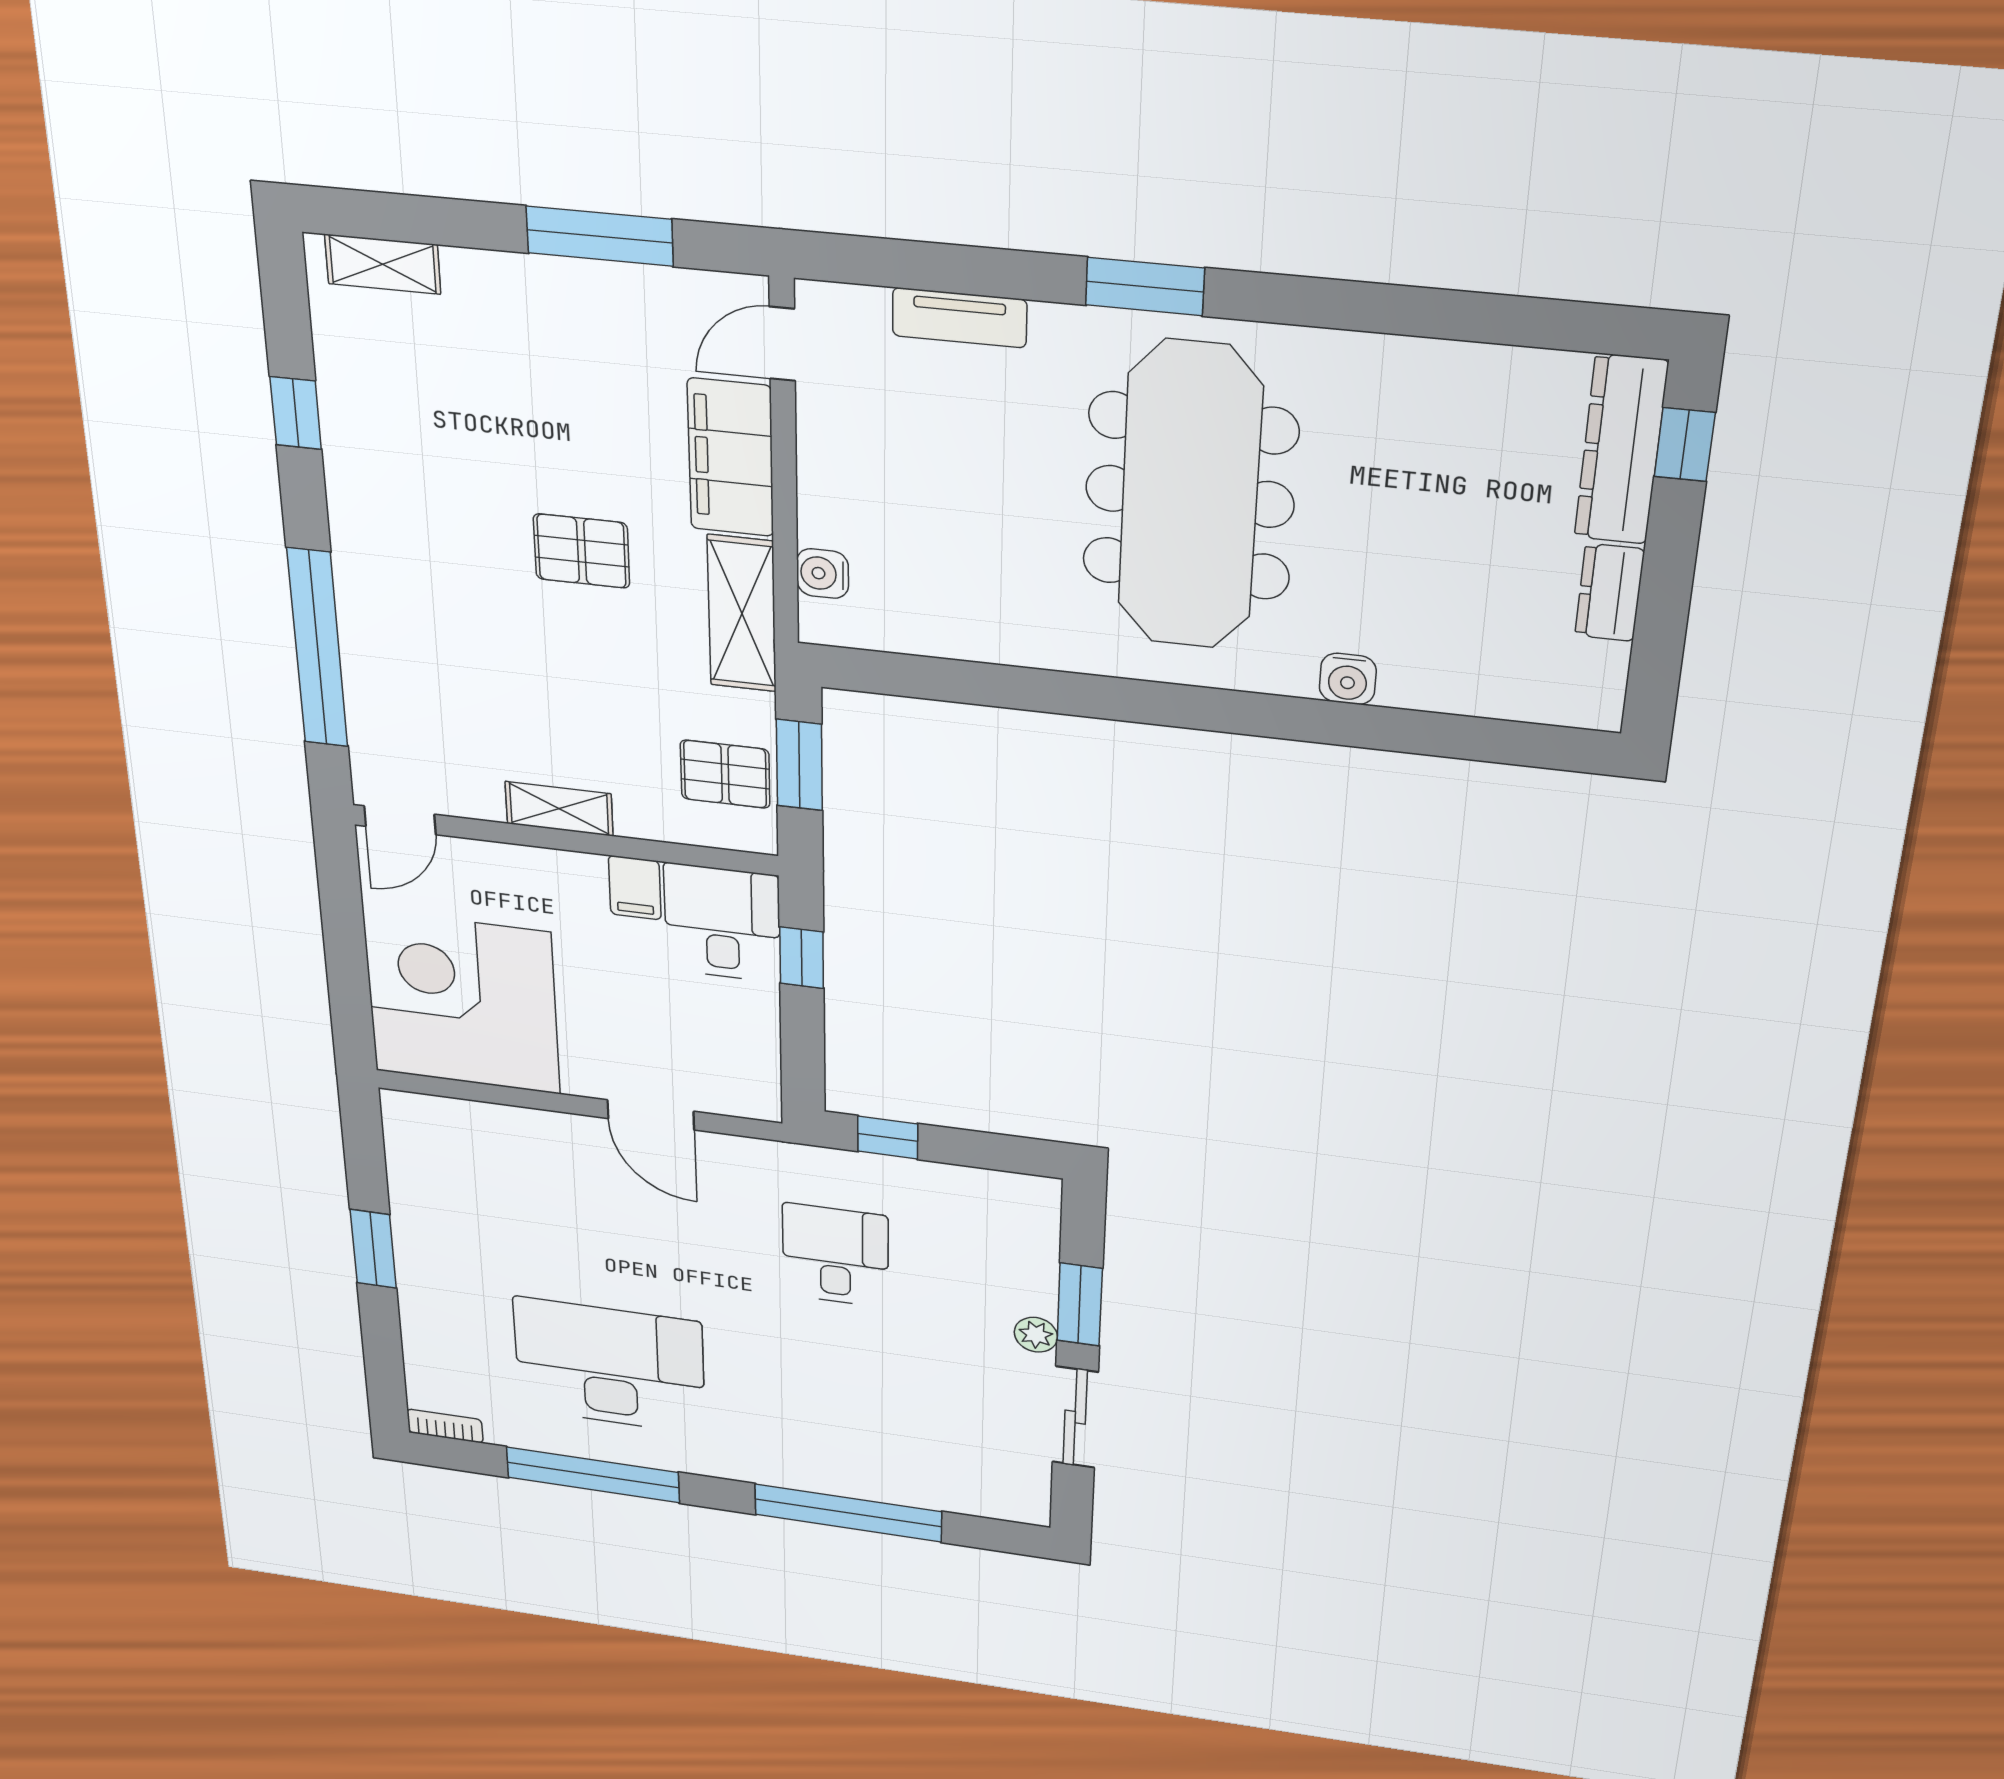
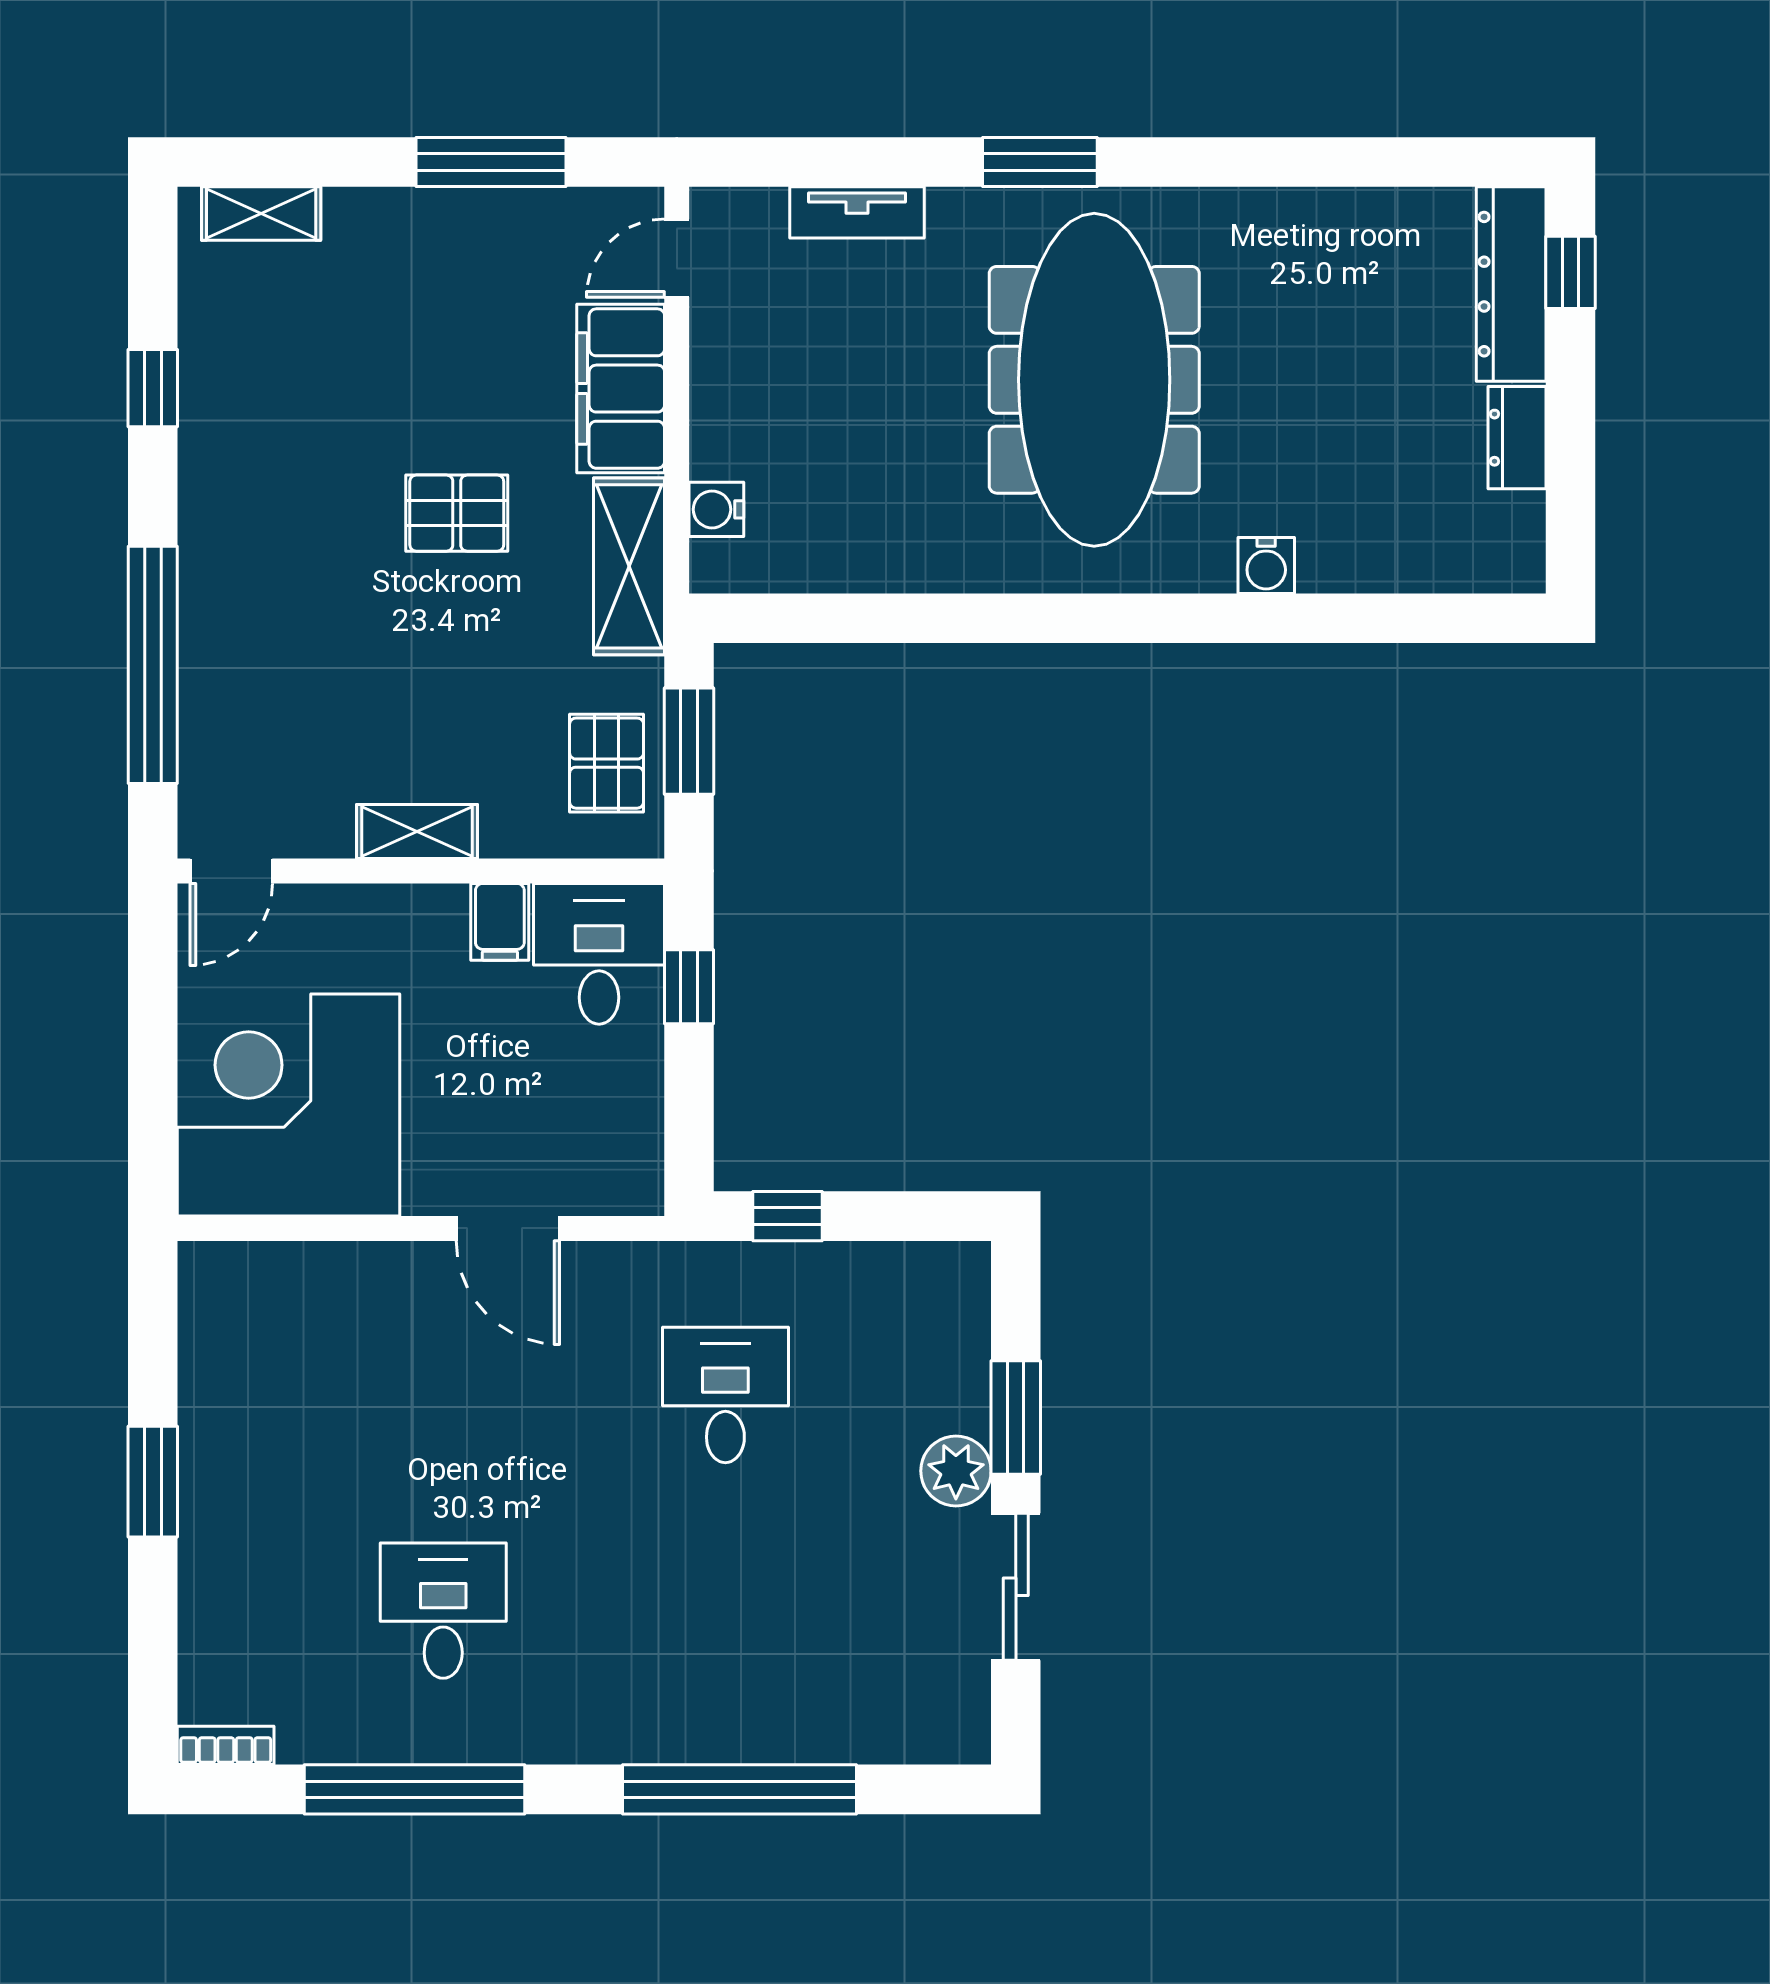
pallet: (725, 774) -> (607, 763), turned 90
plant: (1036, 1335) -> (956, 1471), width x1.38, depth x1.38
desk: (609, 1366) -> (443, 1611), width x0.53, depth x0.77

